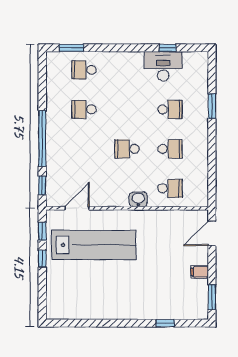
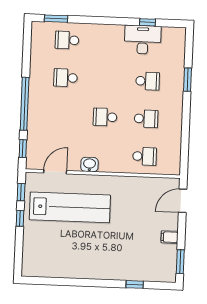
washbasin: (138, 199) -> (89, 165), moved

